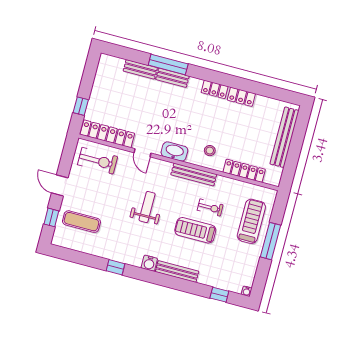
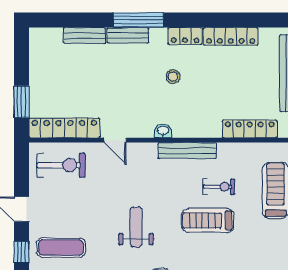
window: (168, 65) -> (138, 20), moved
locker: (241, 97) -> (231, 36), width x1.53
window: (81, 106) -> (22, 102), width x1.50
washbasin: (174, 151) -> (163, 131), width x0.52, depth x0.69
stool: (210, 151) -> (173, 77), moved
weight bench: (147, 207) -> (136, 227), moved

